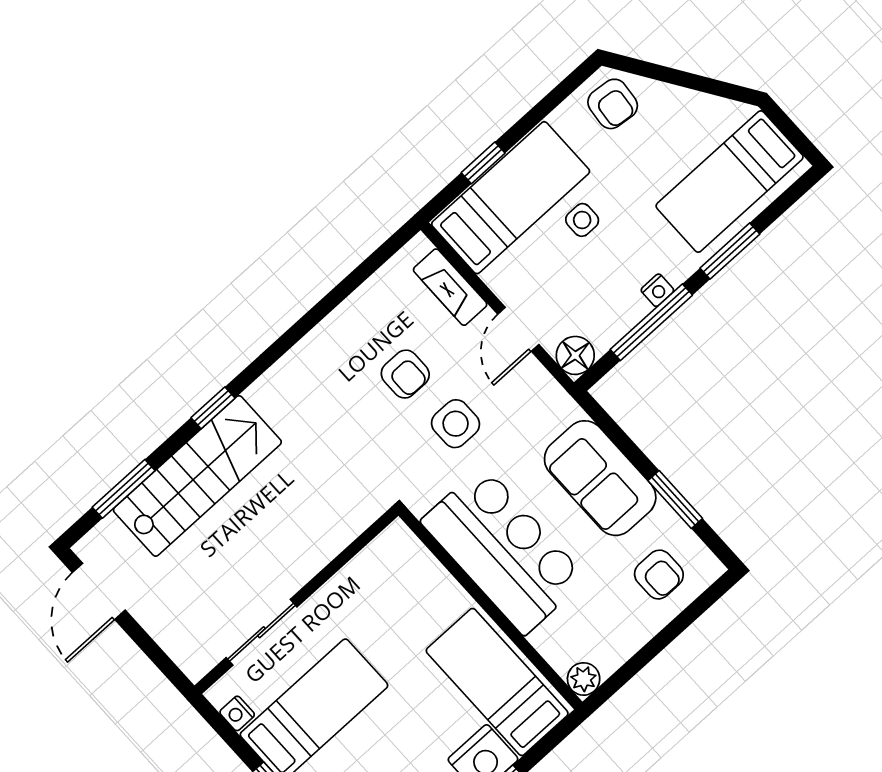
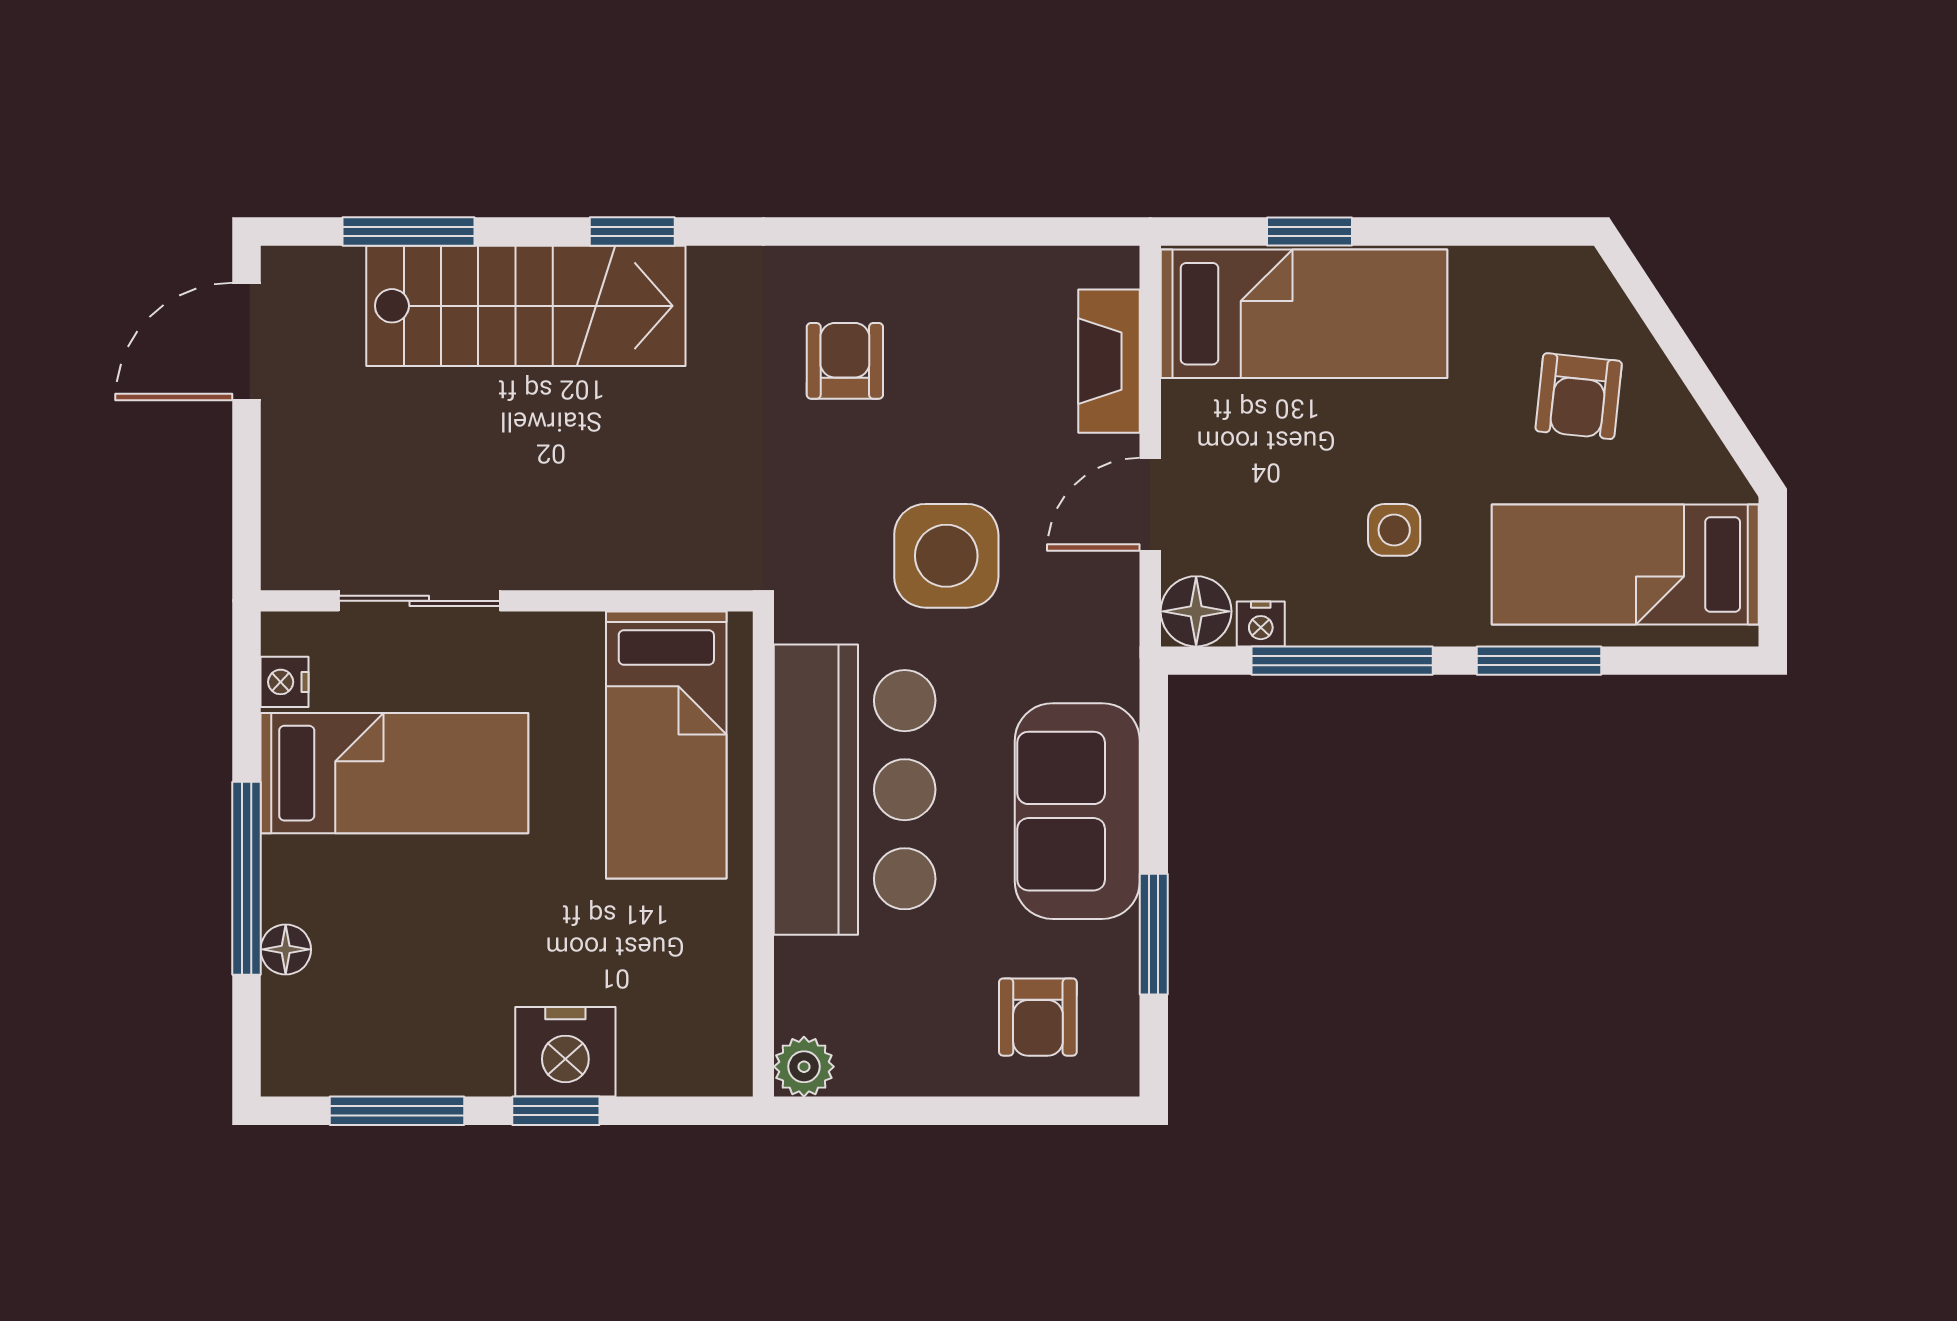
armchair: (613, 104) -> (1579, 396), moved
side table: (582, 220) -> (1394, 530), moved
nightstand: (657, 290) -> (1261, 624), moved
armchair: (405, 374) -> (845, 361), moved, turned 180
side table: (456, 424) -> (946, 556), width x1.37, depth x1.37
bed: (497, 682) -> (666, 745), moved, turned 180

